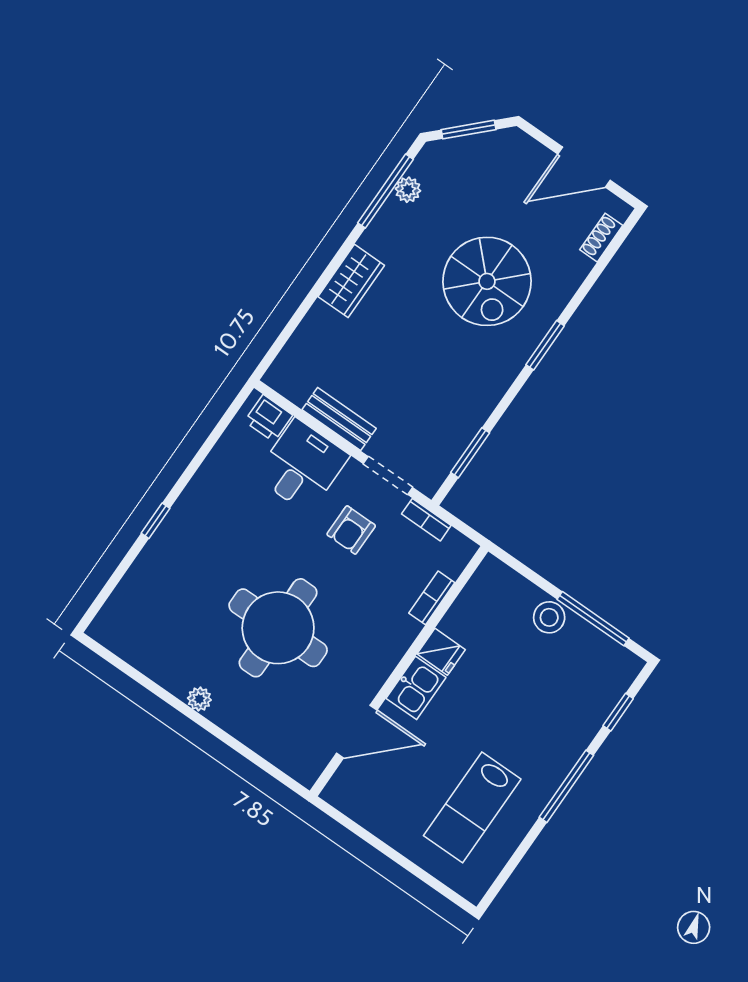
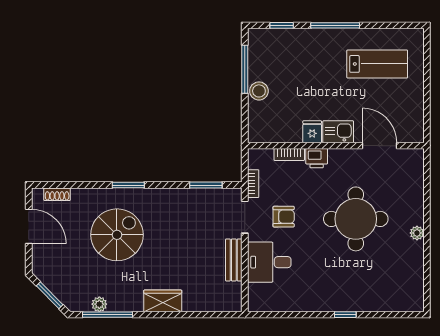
printer: (269, 418) -> (317, 158), moved, turned 90

